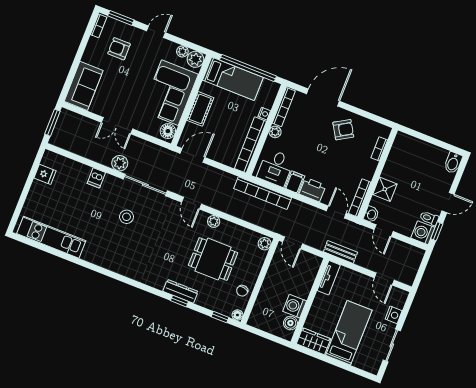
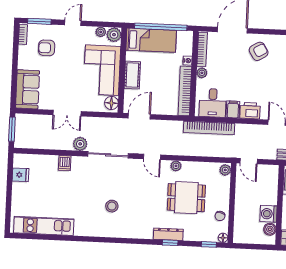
stool: (127, 217) -> (112, 206), moved

